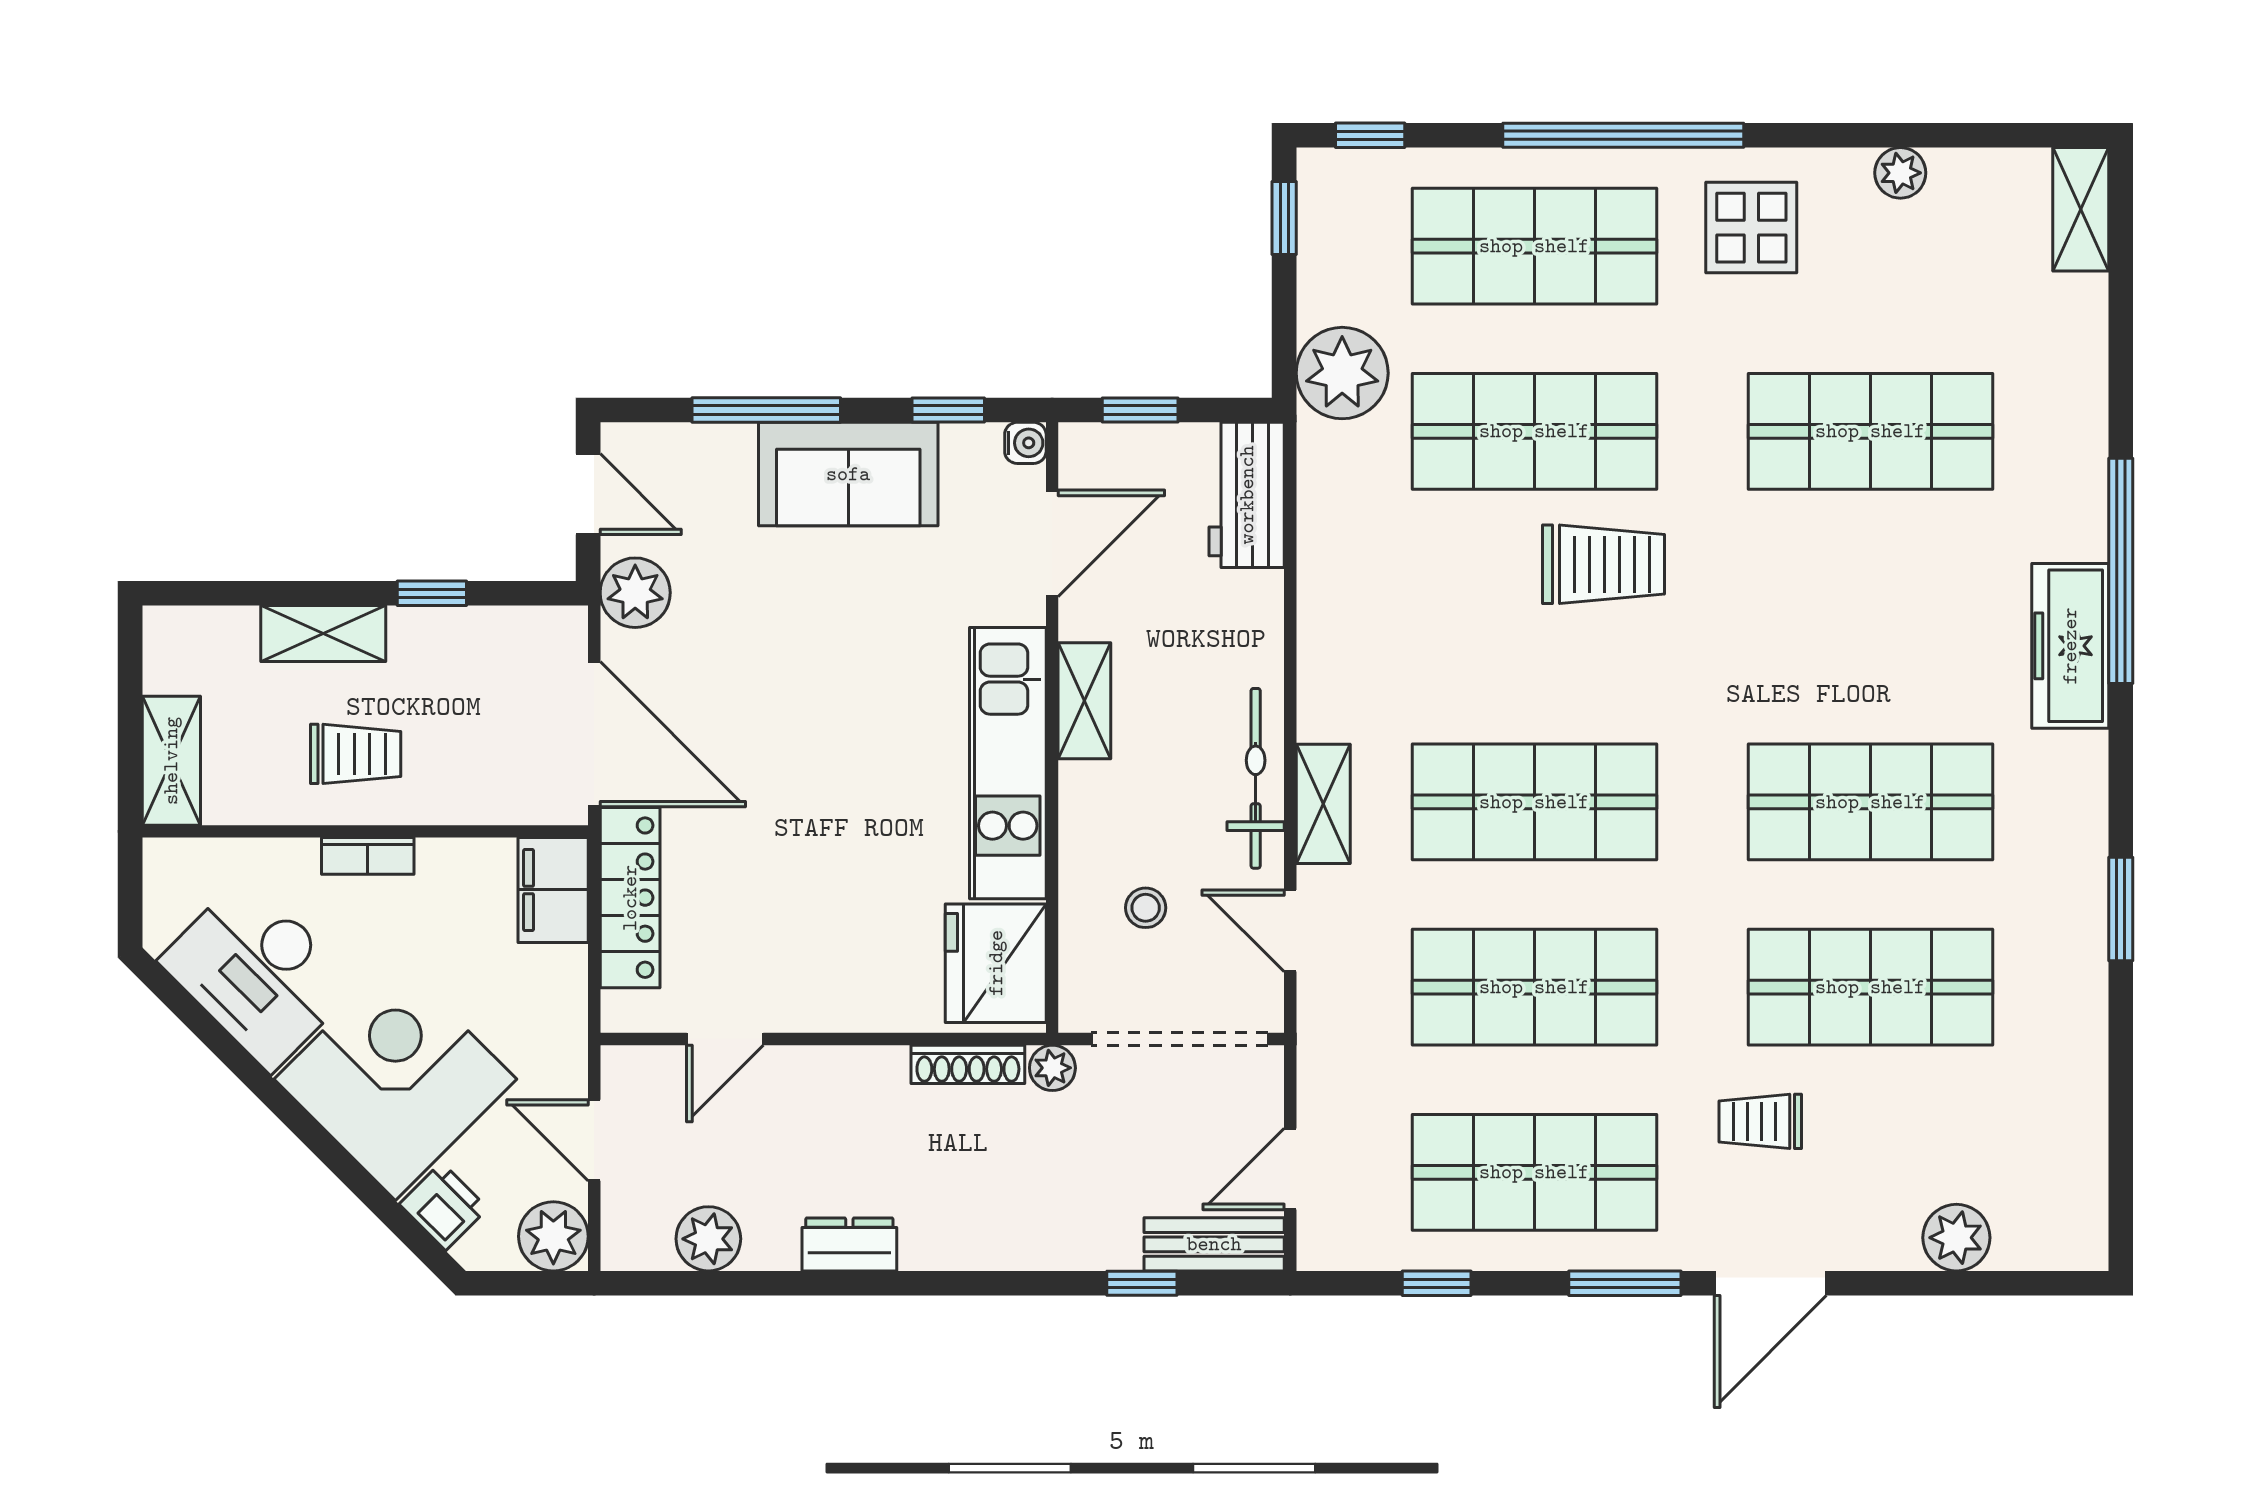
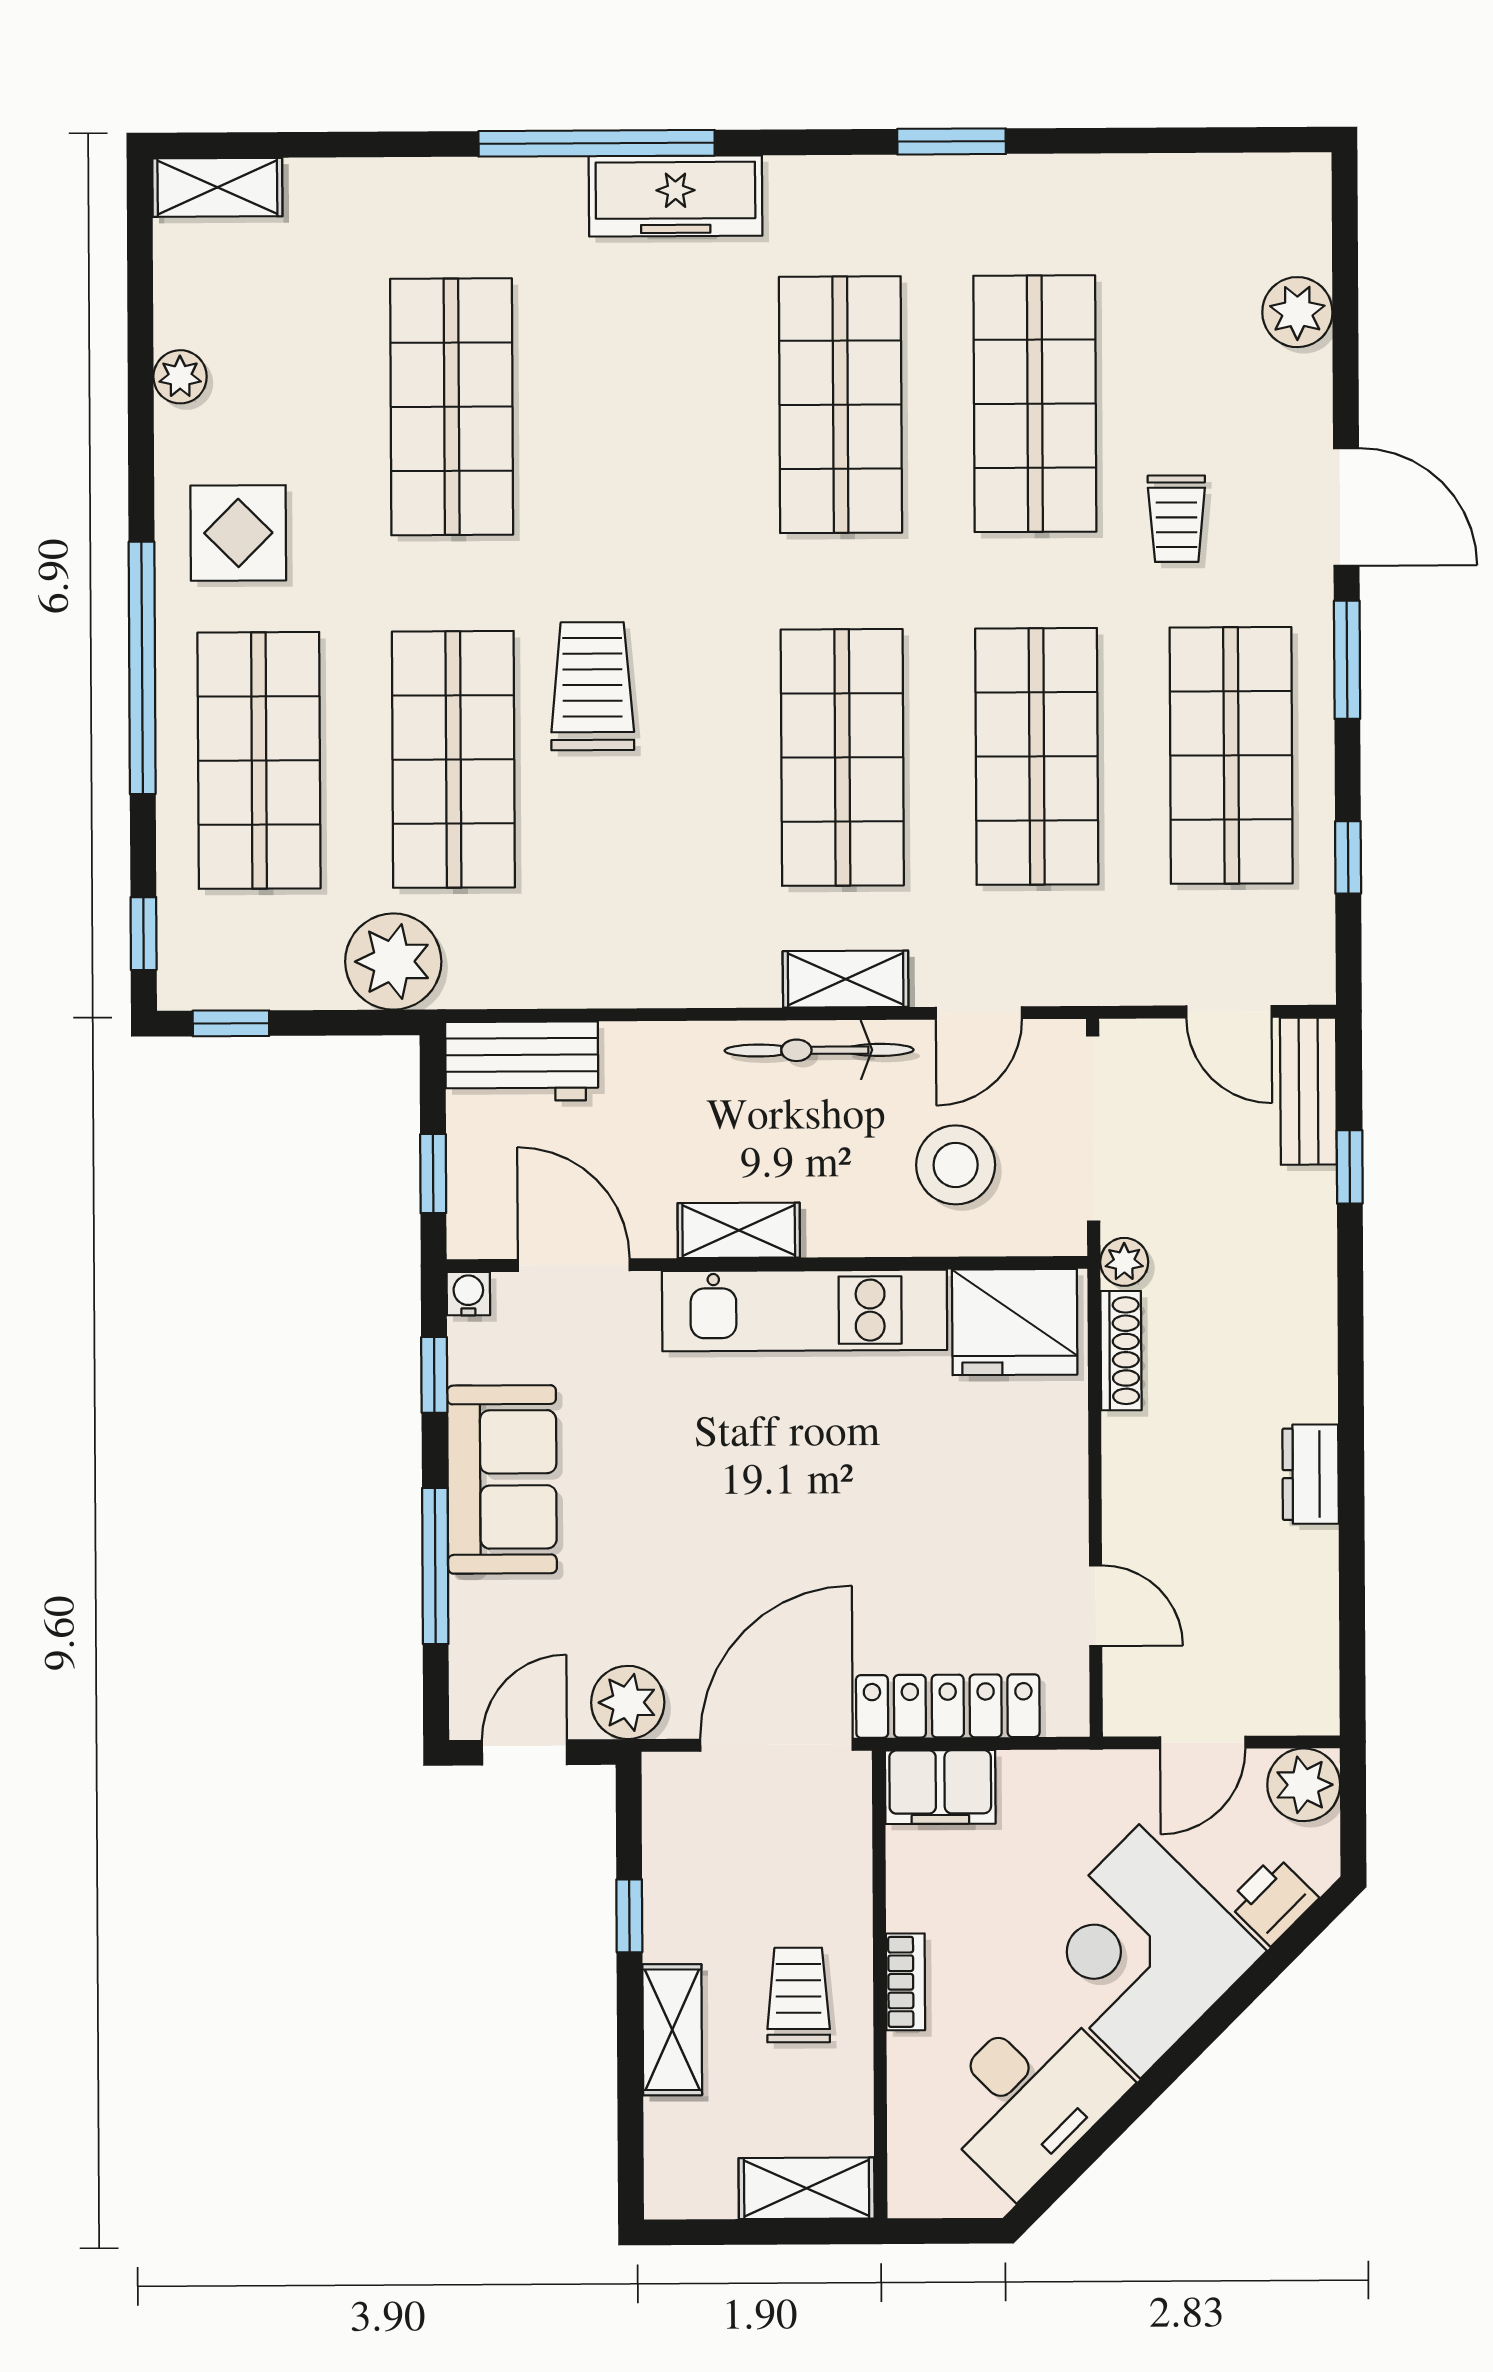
stool: (1146, 908) -> (956, 1165), width x1.89, depth x1.89
plant: (708, 1239) -> (1305, 1622), removed

